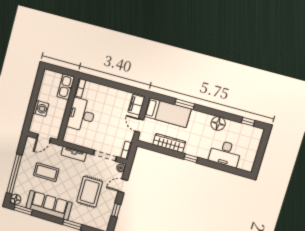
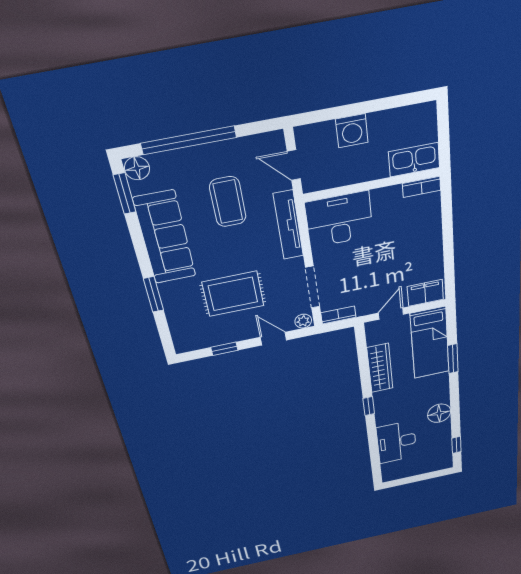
desk: (81, 115) -> (339, 219), moved
tv unit: (74, 154) -> (288, 225), width x1.41

